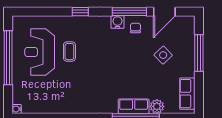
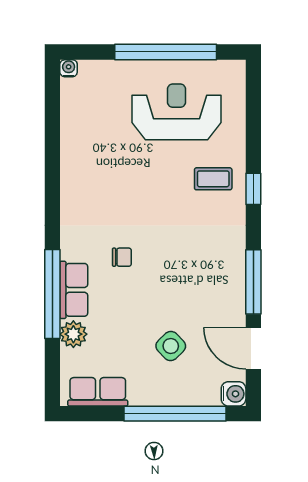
water cooler: (117, 22) -> (234, 394), moved
chair: (136, 28) -> (122, 257), moved
coffee table: (69, 52) -> (213, 179), moved
window: (199, 53) -> (175, 414), width x1.46

